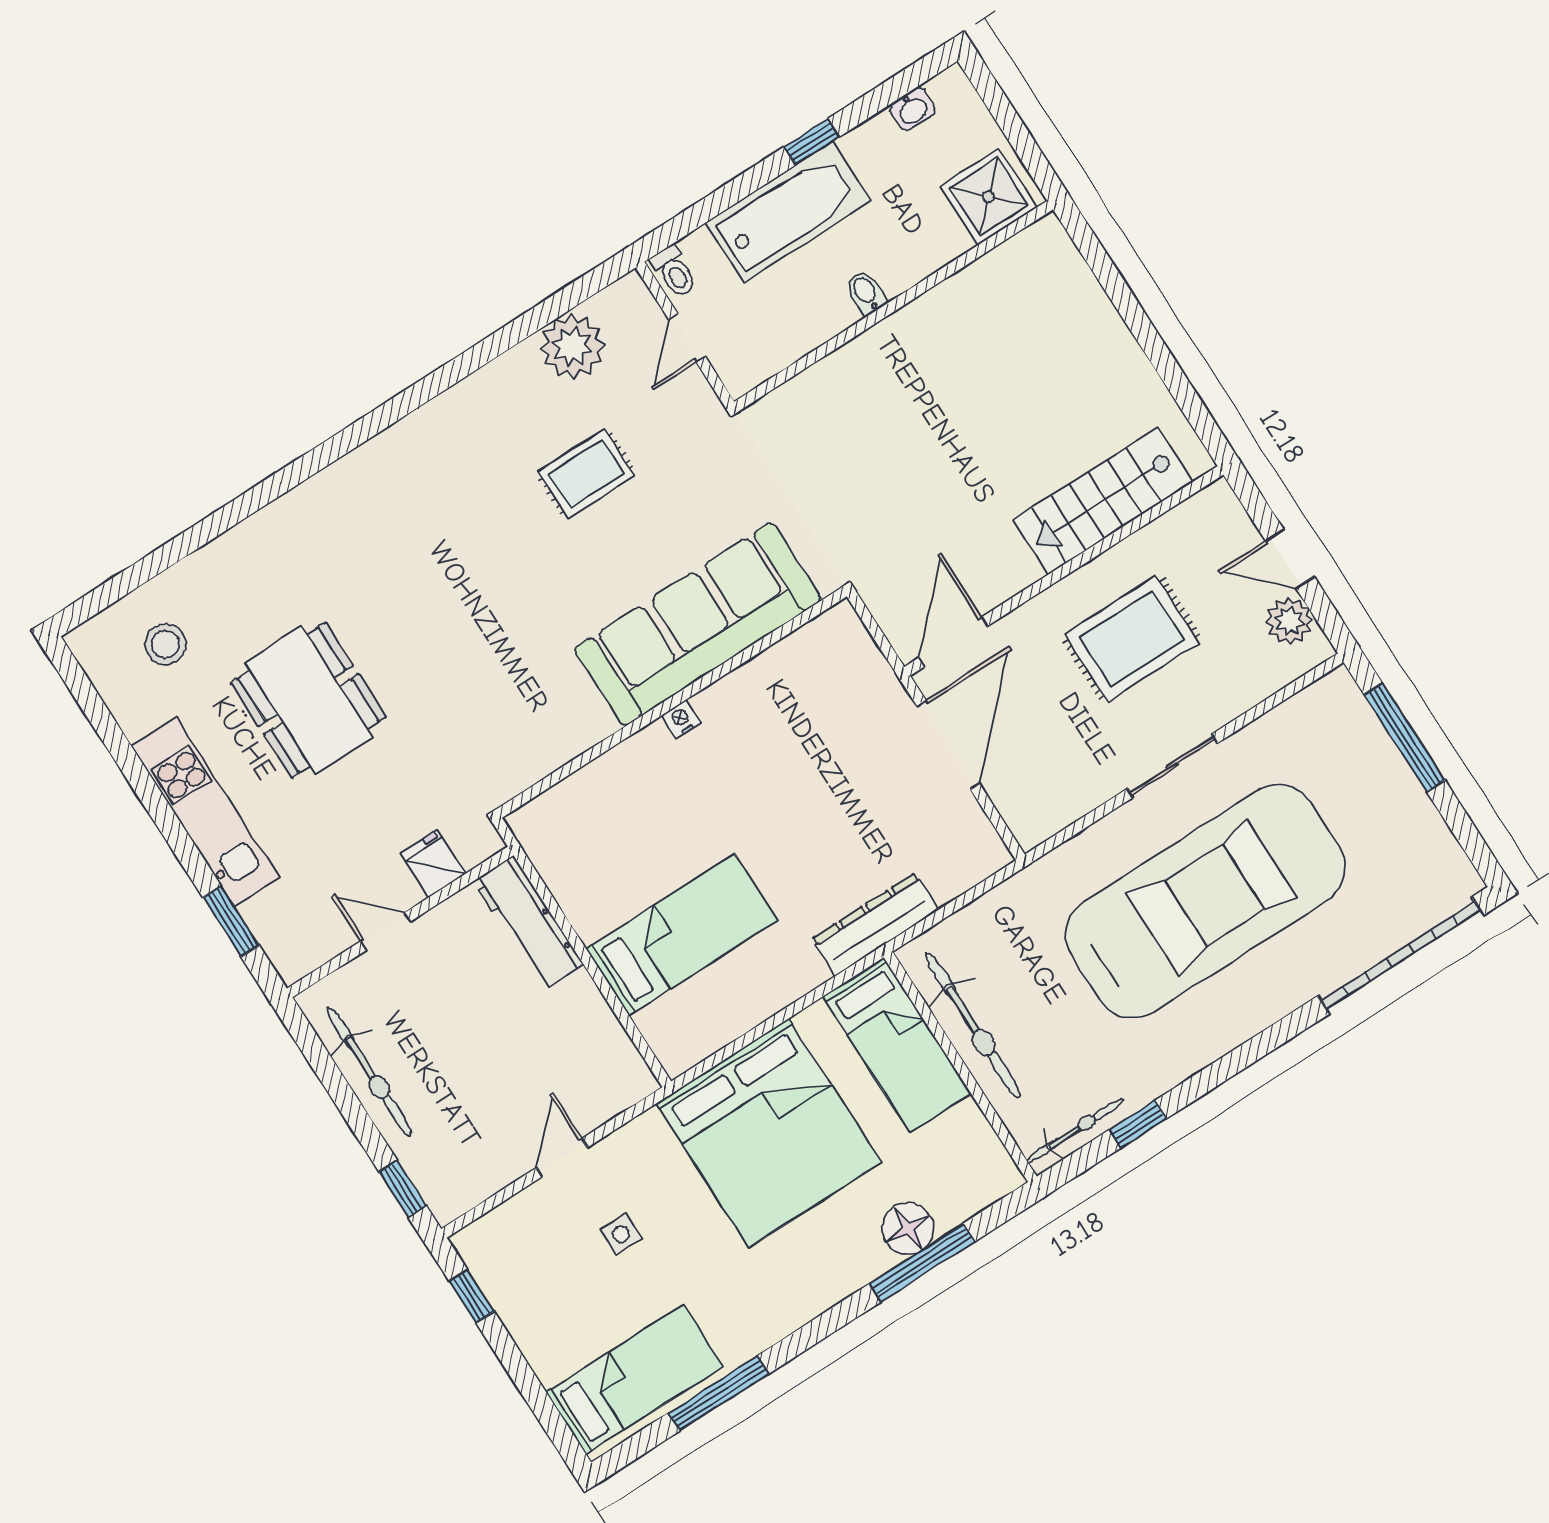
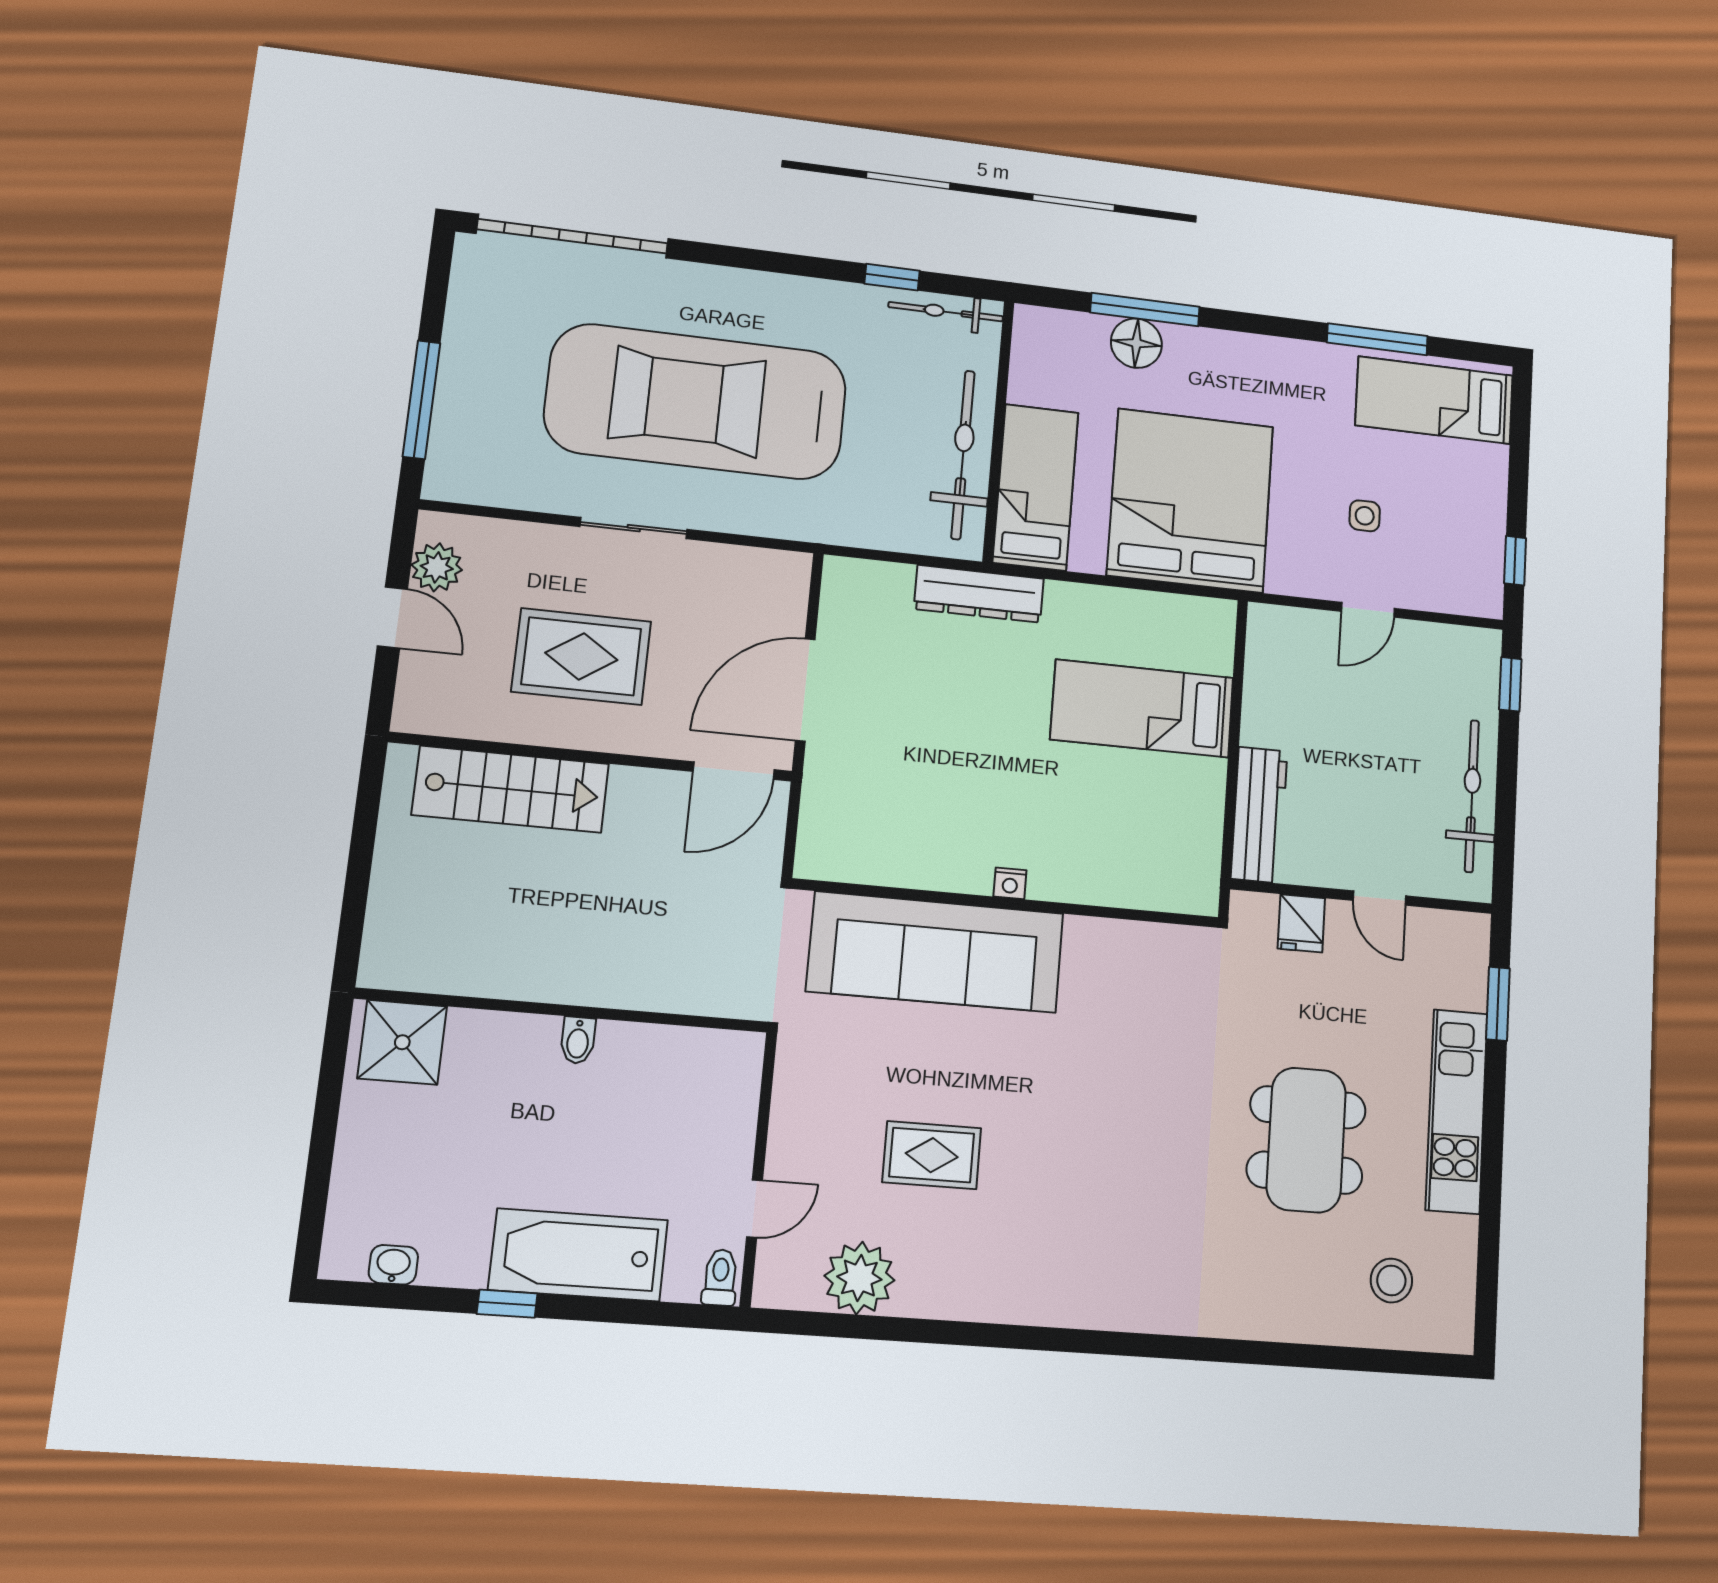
shower: (989, 197) -> (402, 1042), moved
bidet: (866, 293) -> (578, 1040), moved
wall: (894, 306) -> (563, 1010), moved

